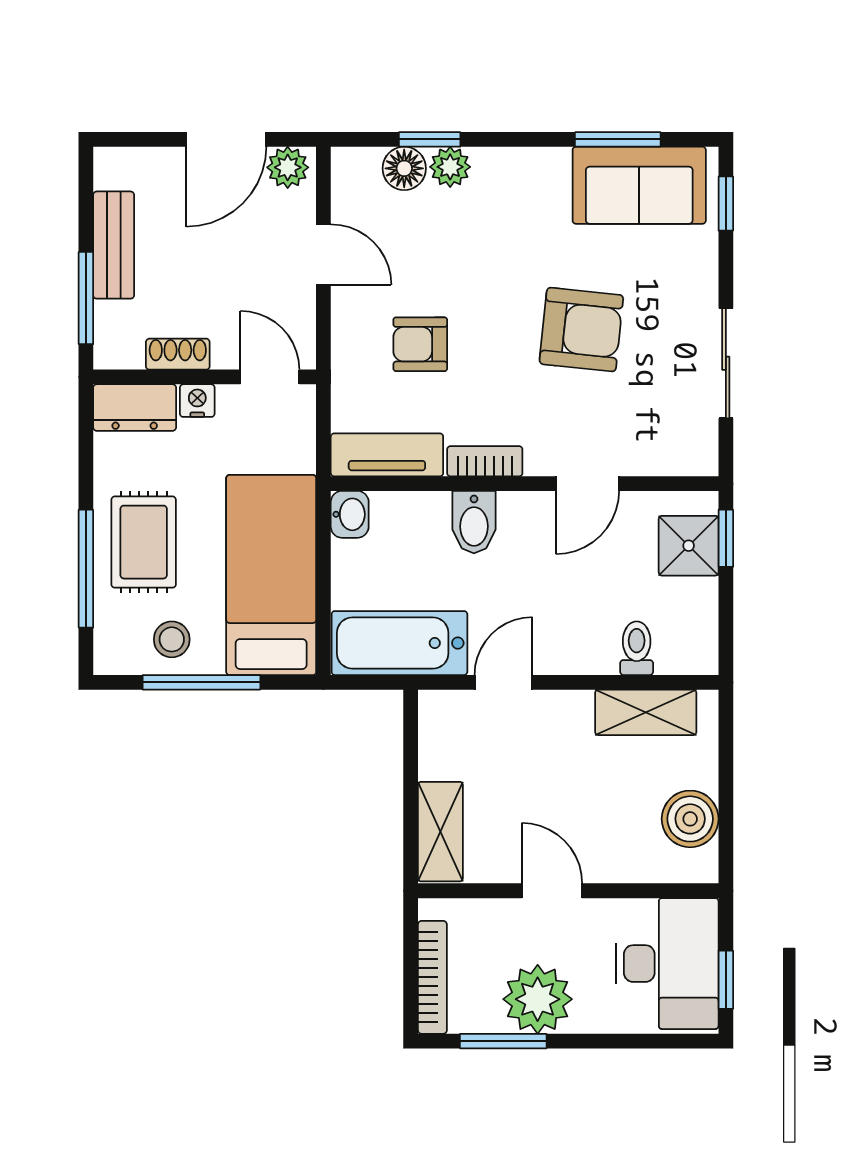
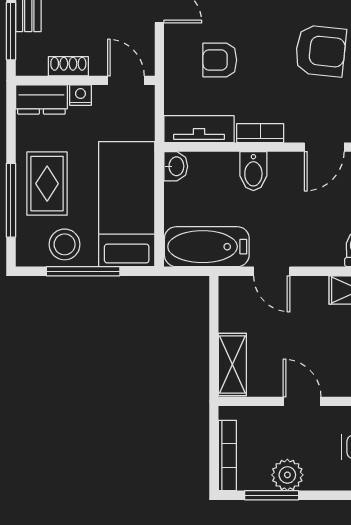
stool: (172, 639) -> (65, 244), width x1.37, depth x1.37
door: (503, 682) -> (272, 271), swing flipped
plant: (538, 999) -> (287, 475), width x0.73, depth x0.73

